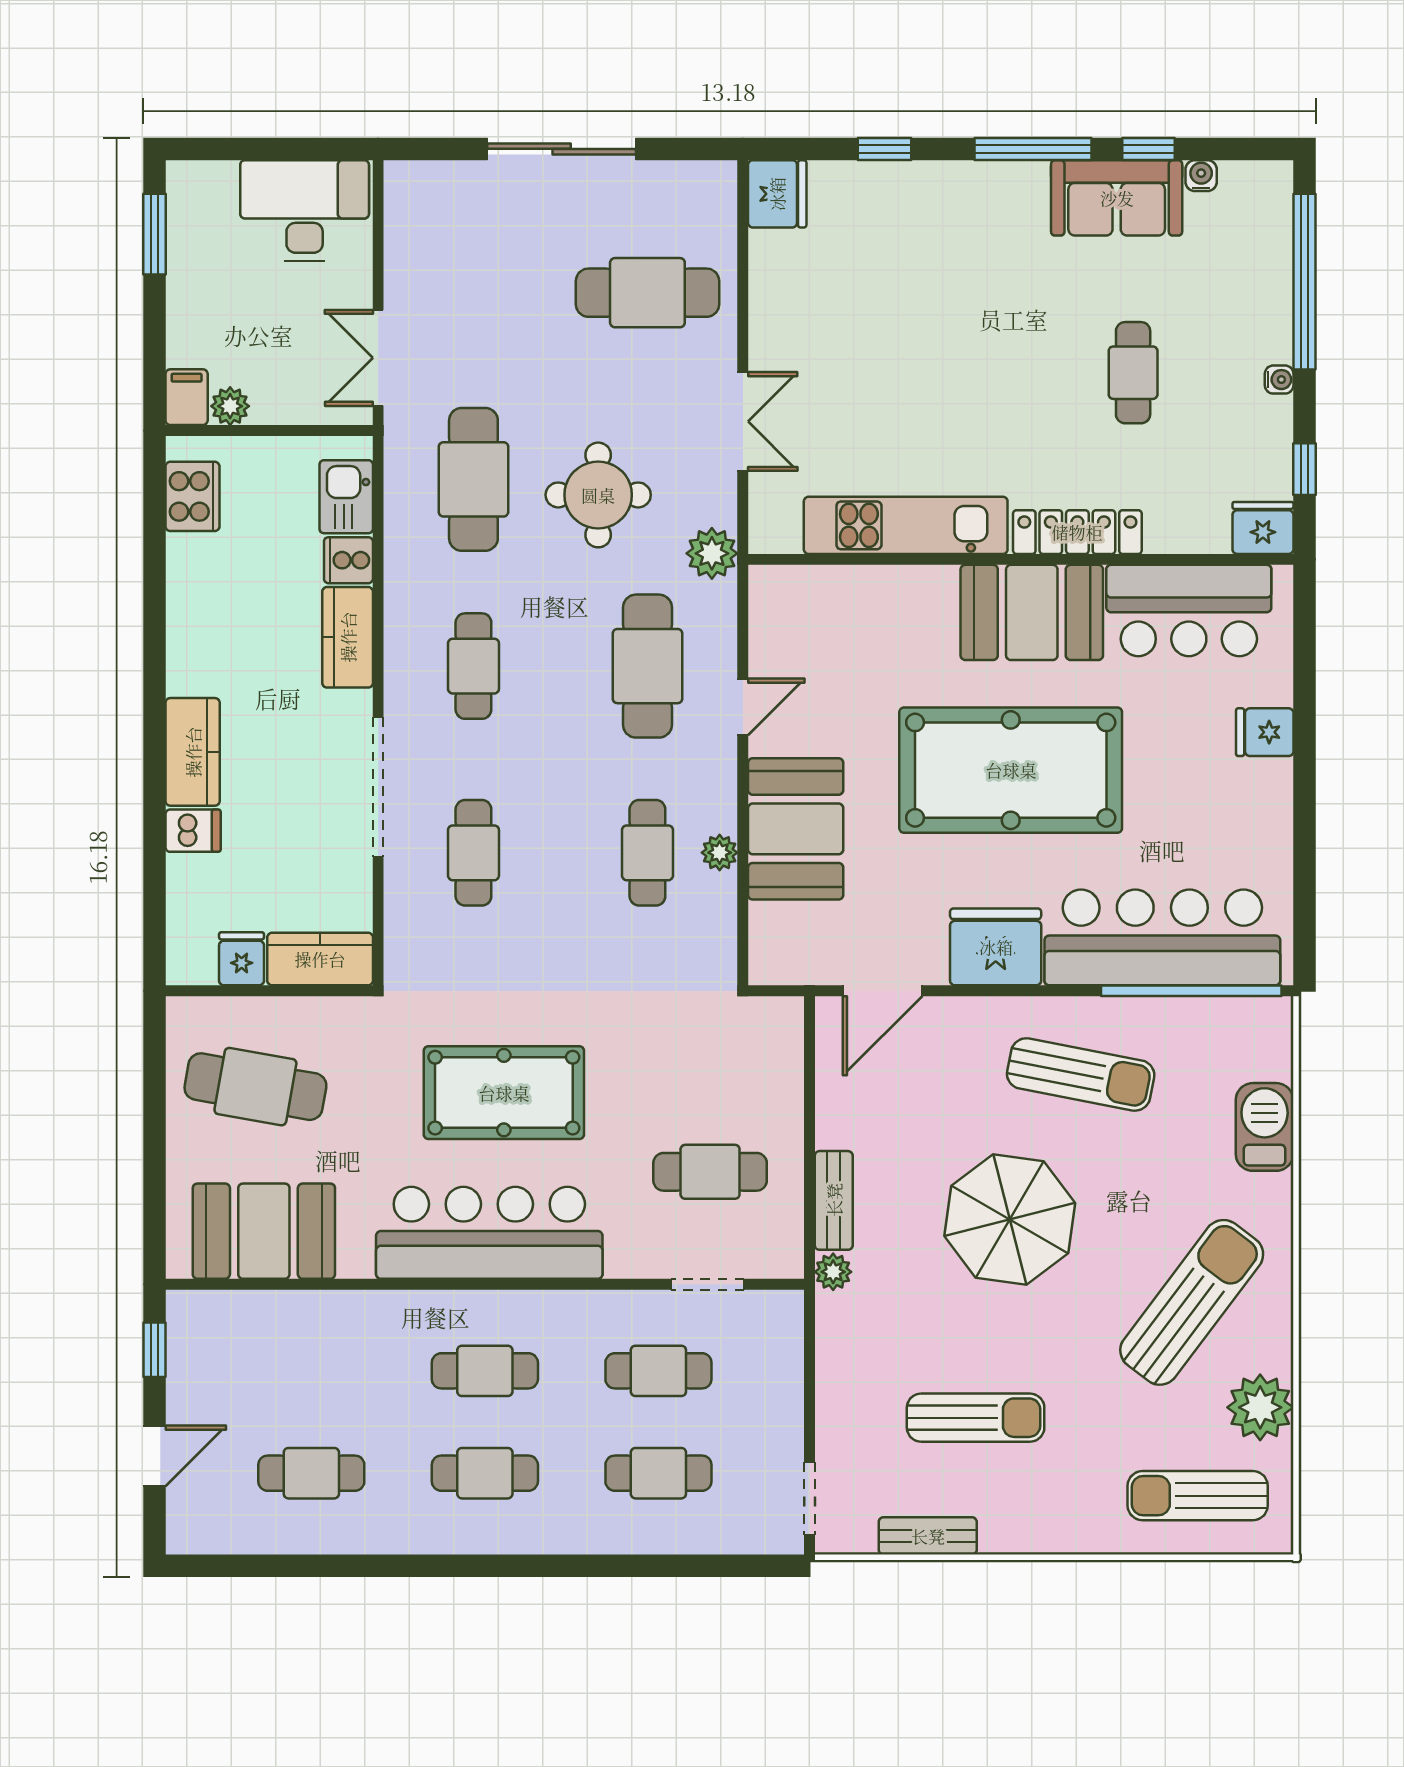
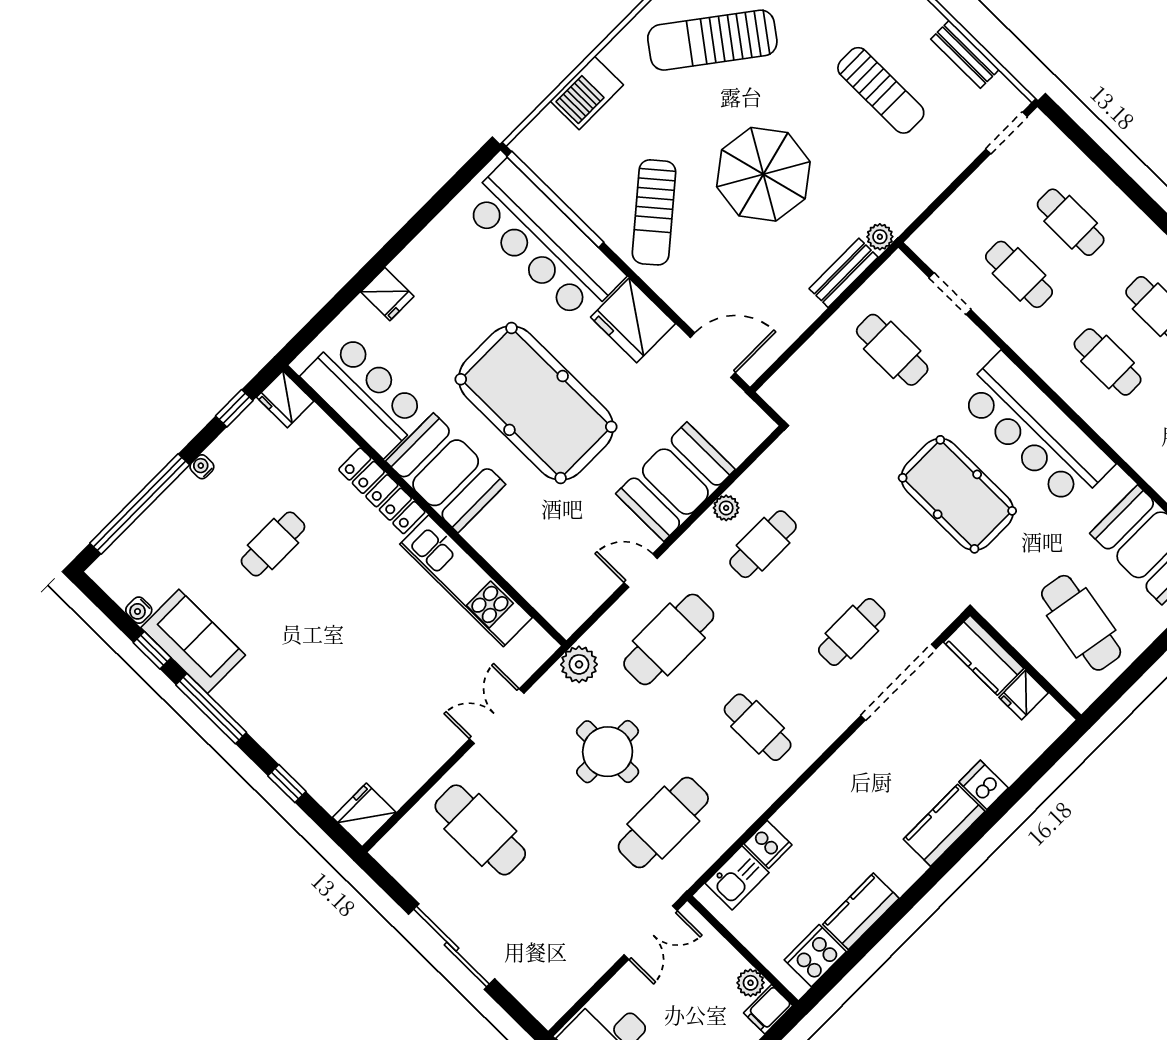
kitchen counter: (348, 637) -> (861, 911), moved, turned 180
cafe table: (473, 666) -> (758, 727), turned 90
doorway: (378, 787) -> (898, 682), moved
sun lounger: (1081, 1074) -> (654, 212), turned -141
sun lounger: (976, 1418) -> (881, 90), turned 180

